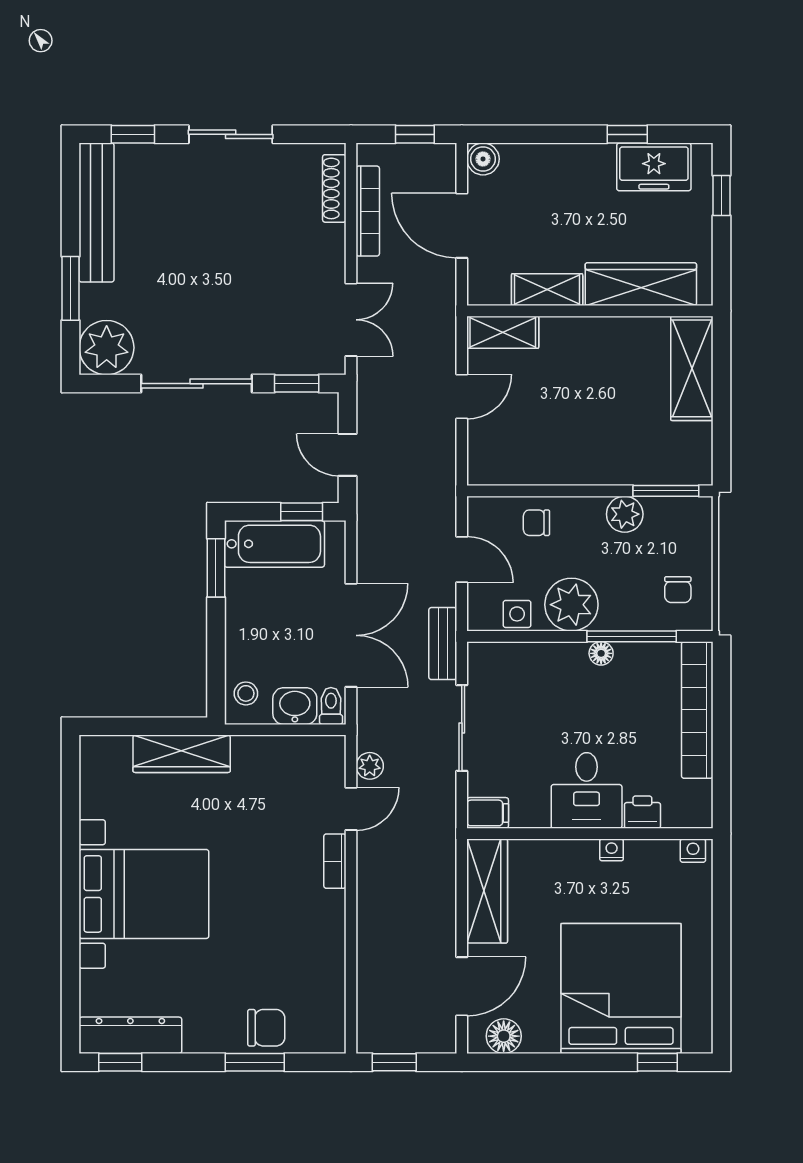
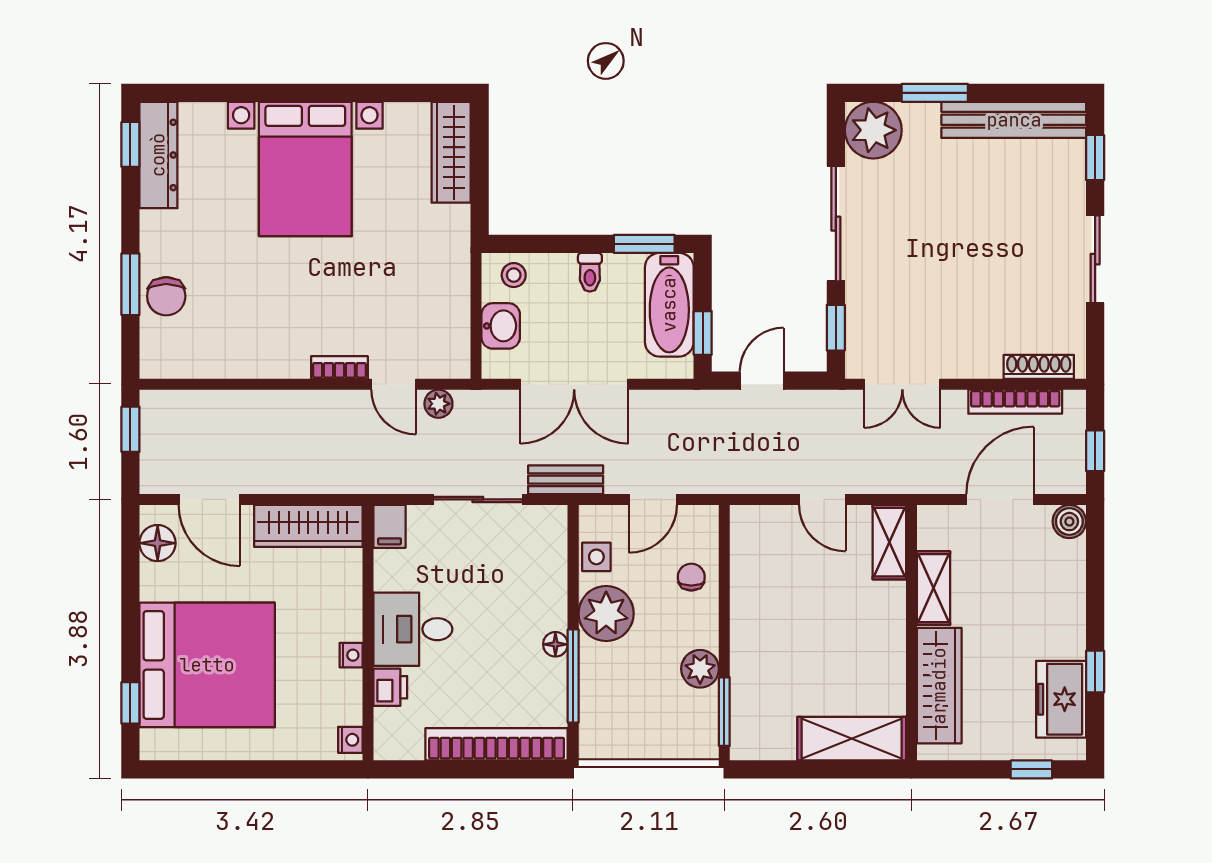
chair: (678, 590) -> (622, 724), removed
toilet: (331, 706) -> (590, 272), moved, turned 90
wardrobe: (182, 754) -> (451, 152), moved

